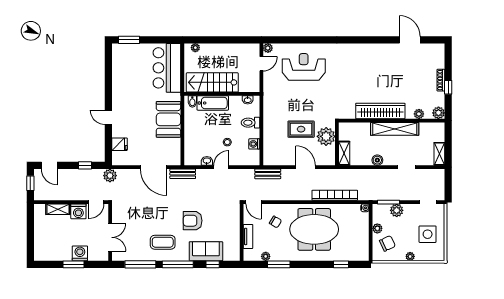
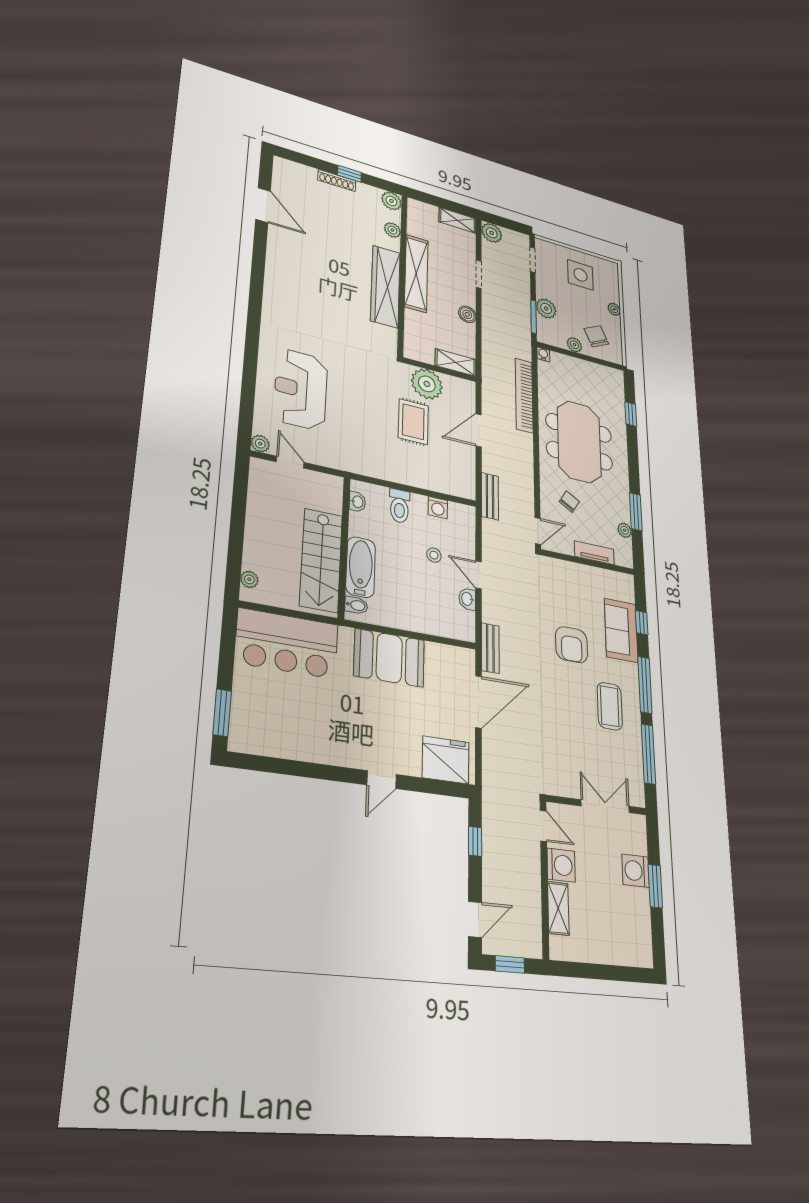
door: (410, 40) -> (263, 205), swing flipped
fridge: (120, 144) -> (446, 760), width x1.88, depth x1.34
plant: (110, 176) -> (492, 233), moved

